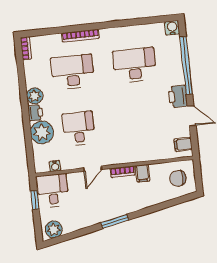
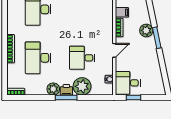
window: (26, 113) -> (66, 97), added
door: (93, 169) -> (114, 50), hinge flipped
plant: (54, 229) -> (146, 30), moved

